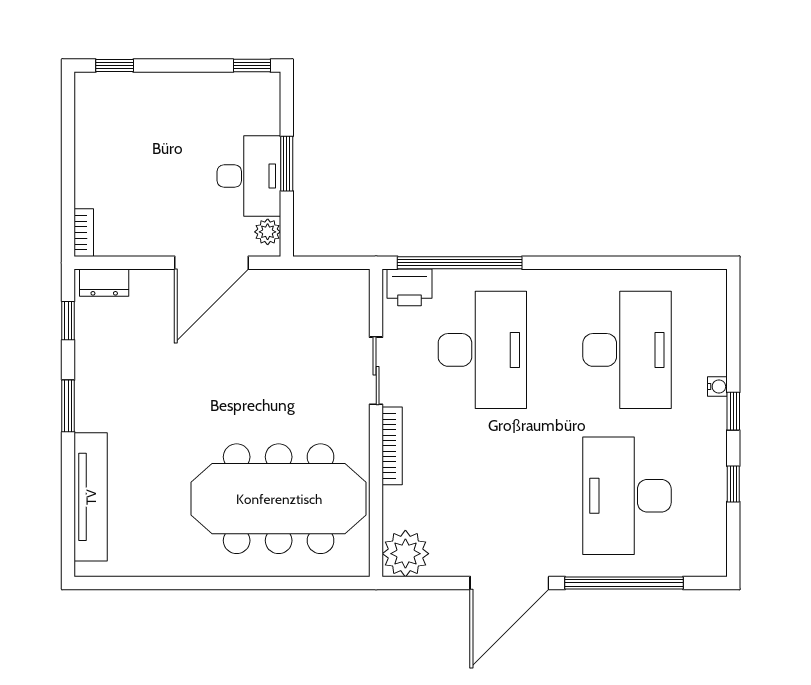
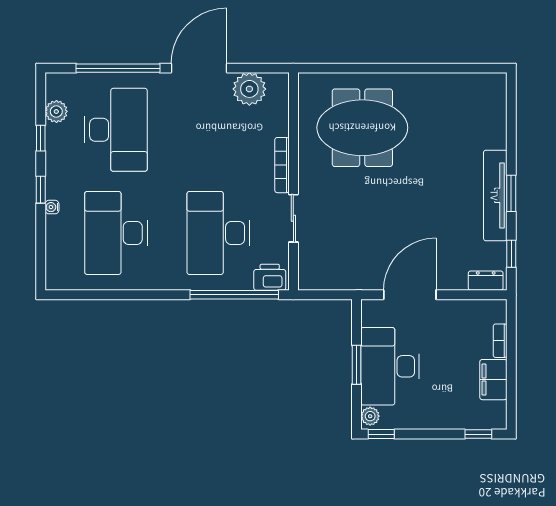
filing cabinet: (93, 143) -> (493, 380), added
desk: (249, 176) -> (390, 366), width x1.36, depth x1.30
plant: (268, 232) -> (370, 416), moved
bookcase: (84, 233) -> (500, 341), moved
tv unit: (91, 497) -> (495, 195), moved
meeting table: (279, 499) -> (362, 128), width x0.73
plant: (711, 522) -> (56, 111), added
plant: (405, 554) -> (249, 89), moved

